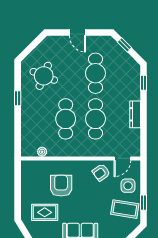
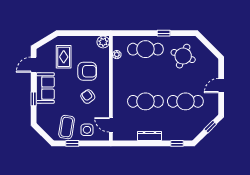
cafe table: (66, 119) -> (145, 49), moved
plant: (28, 167) -> (103, 42), added
armchair: (101, 172) -> (88, 97), moved

